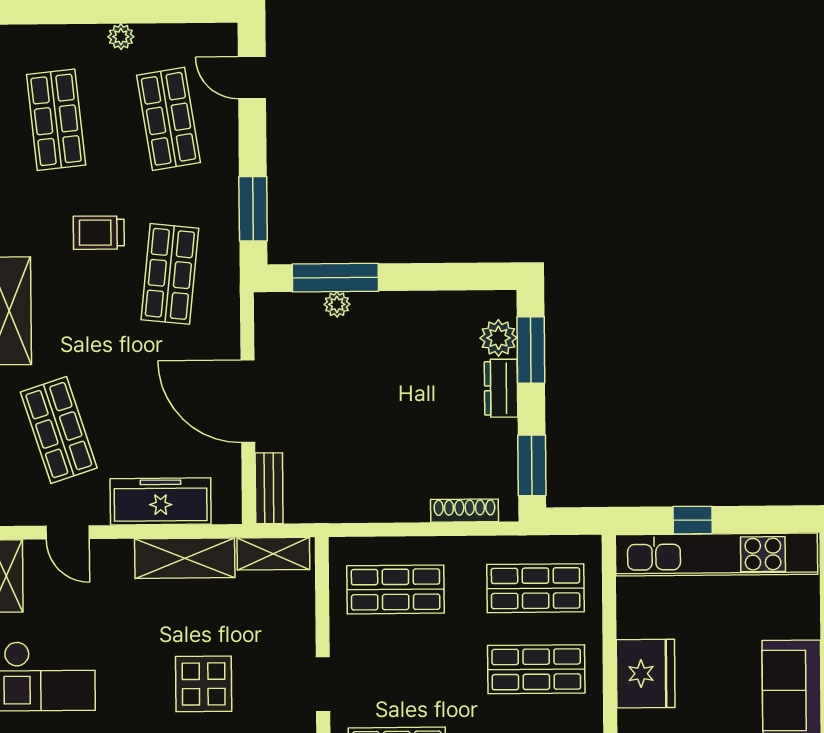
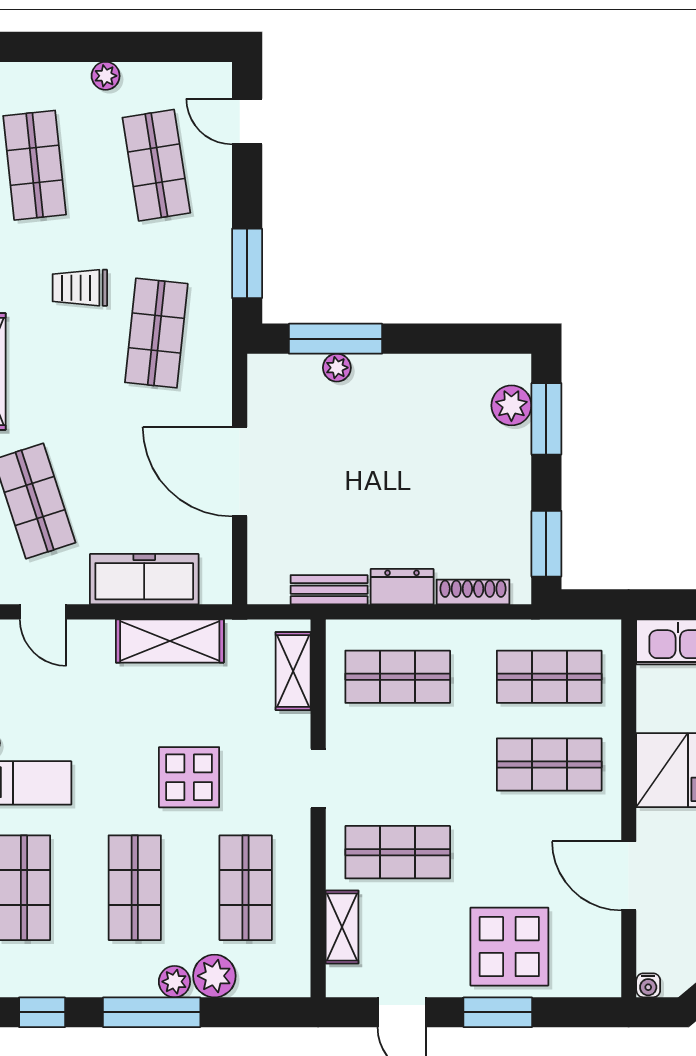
dresser: (501, 388) -> (402, 587), moved, turned 90
bench: (269, 488) -> (329, 590), moved, turned 90
shelving: (273, 554) -> (293, 671), moved, turned 90

